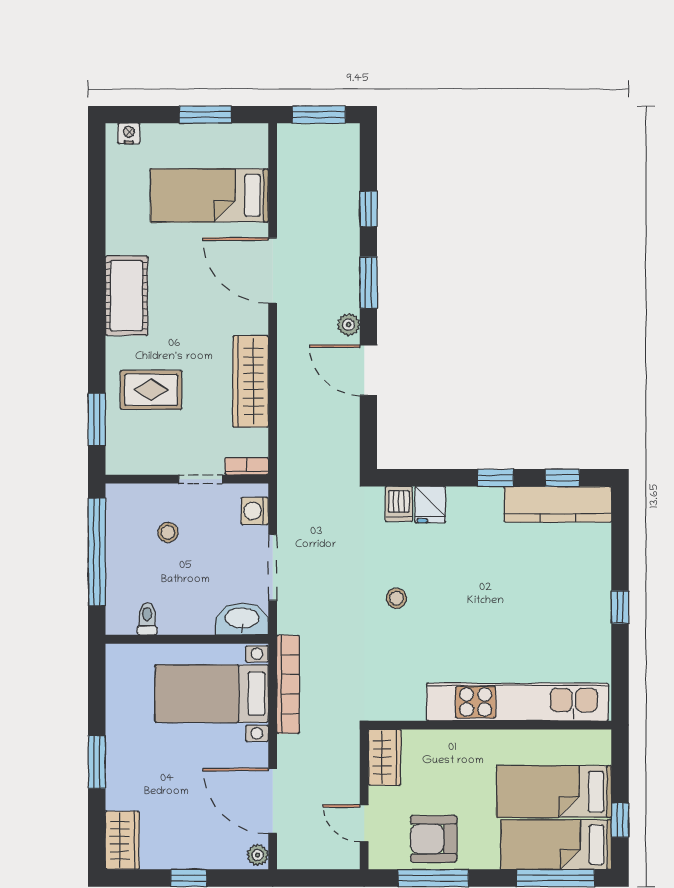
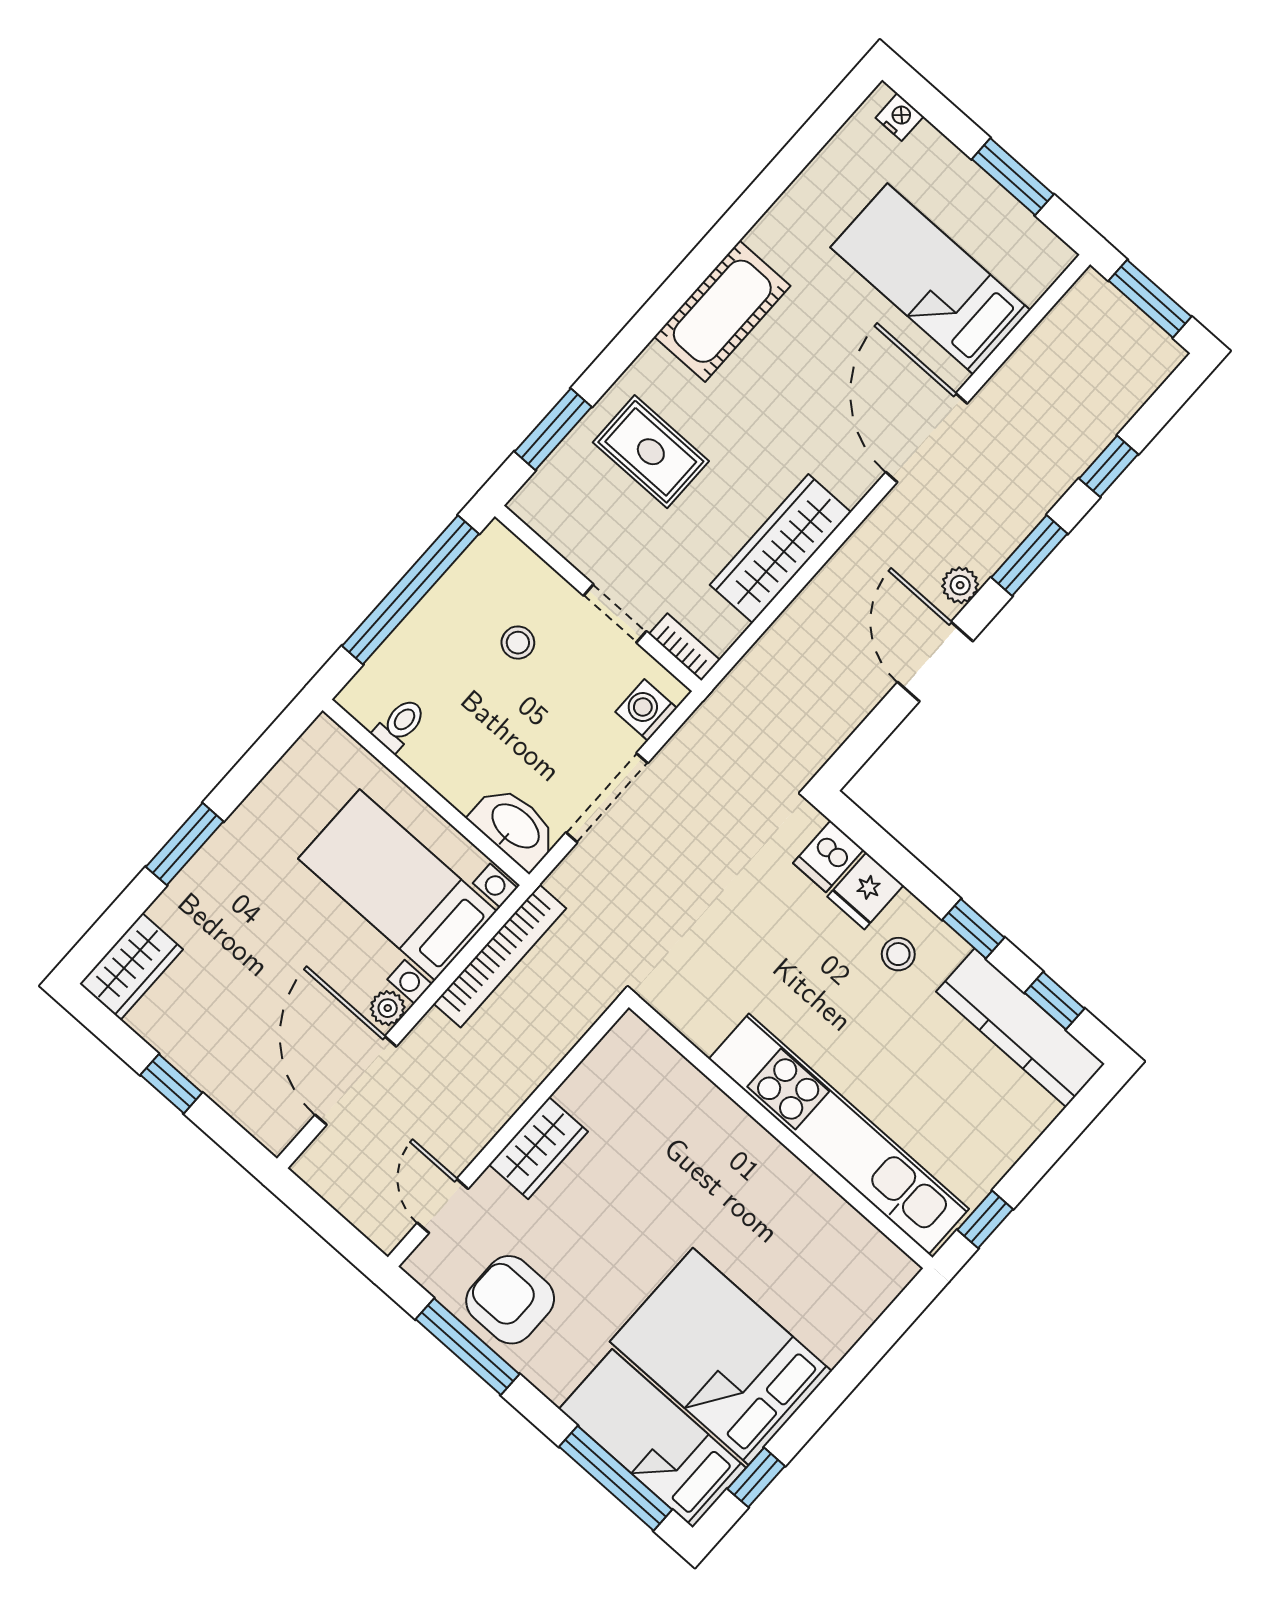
stool: (396, 598) -> (898, 954), moved
kitchen unit: (517, 702) -> (839, 1134), moved
wall: (490, 725) -> (781, 1132), moved
bed: (554, 792) -> (721, 1356), width x1.50
plant: (258, 855) -> (388, 1008), moved

